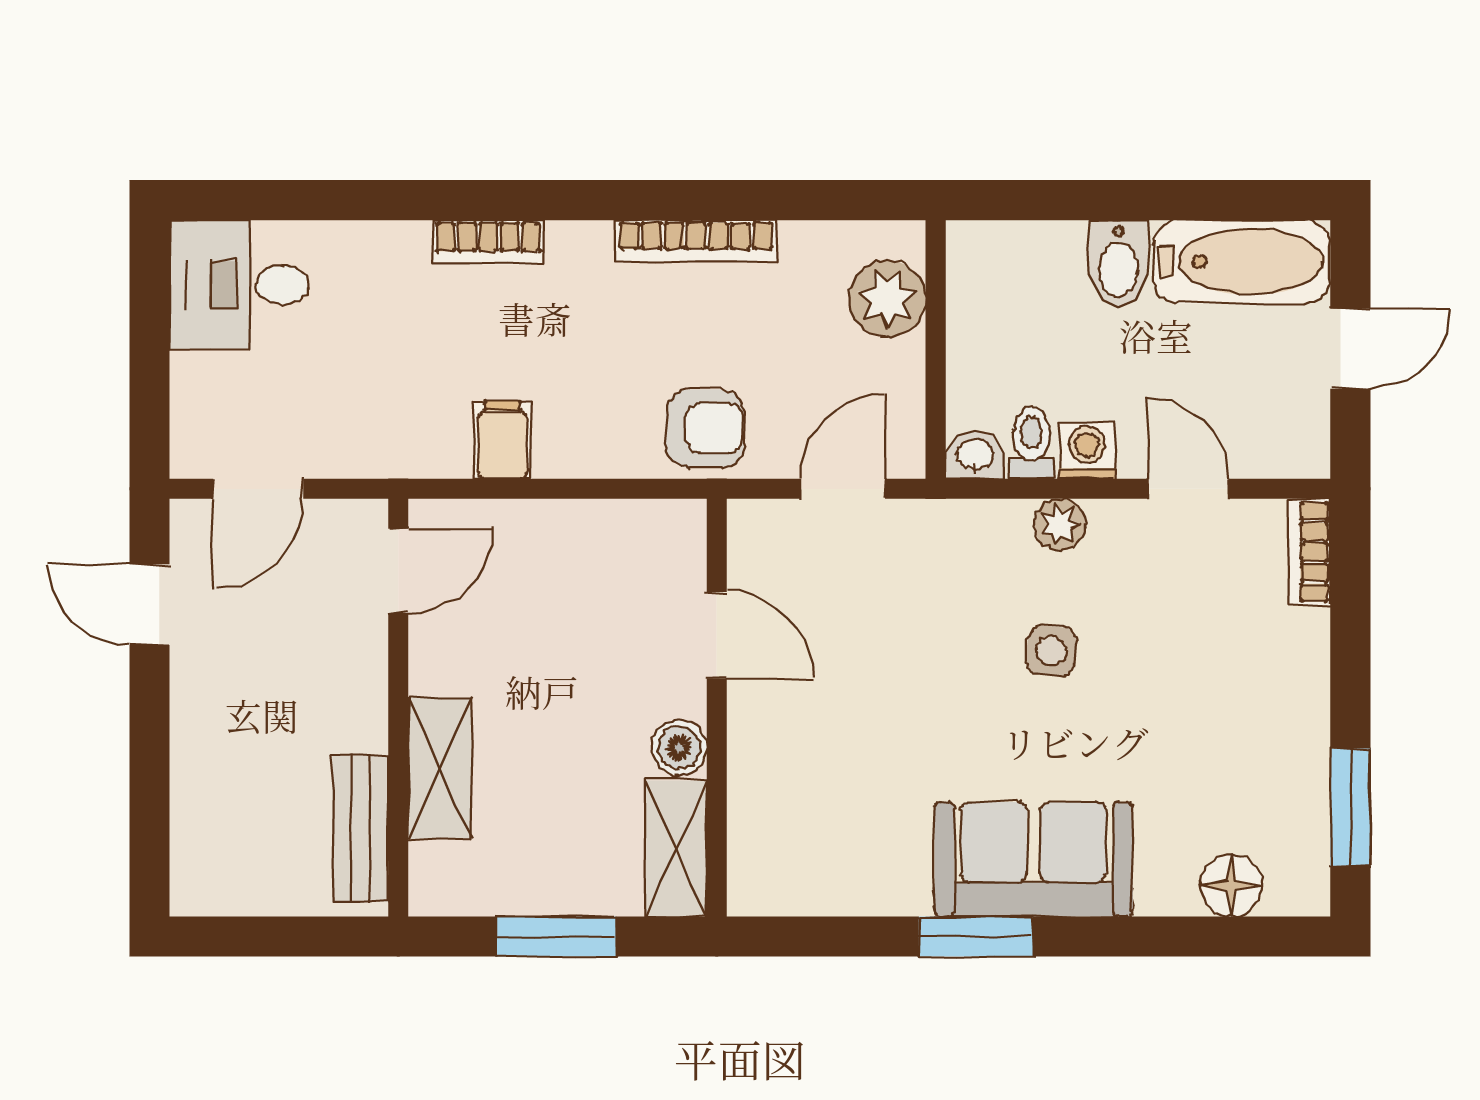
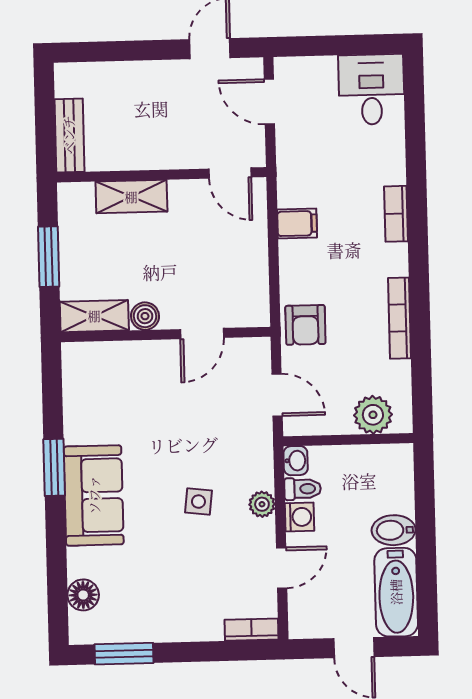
bench: (360, 828) -> (69, 135), moved, turned 90

